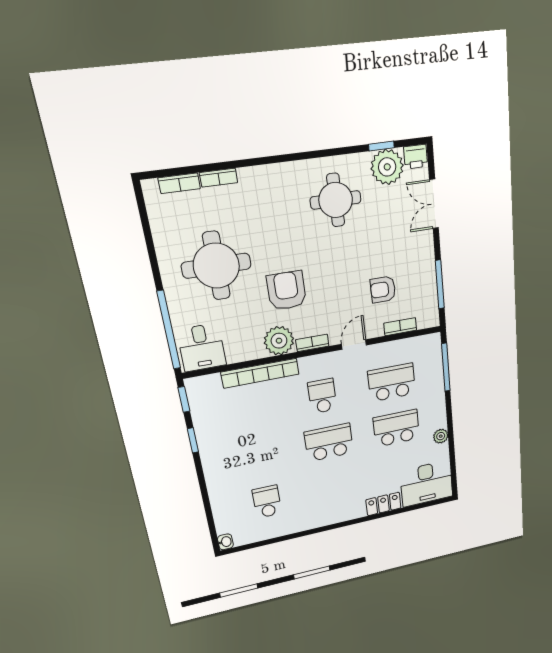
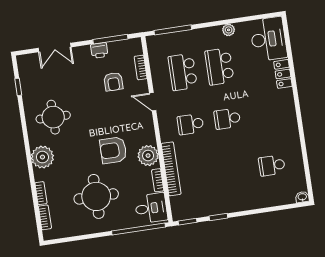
printer: (416, 157) -> (99, 50), moved, turned 90
plant: (387, 167) -> (42, 157), moved
bookcase: (312, 343) -> (158, 180), moved
school desk: (329, 442) -> (227, 119), width x0.54

